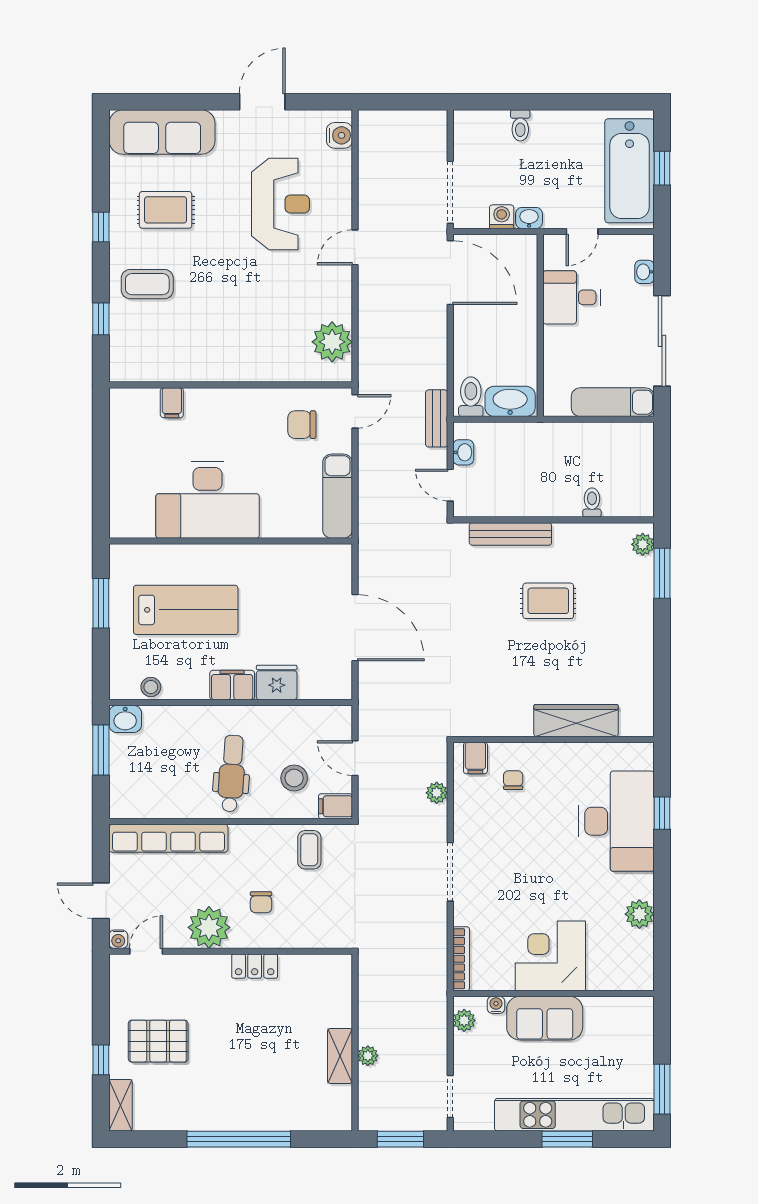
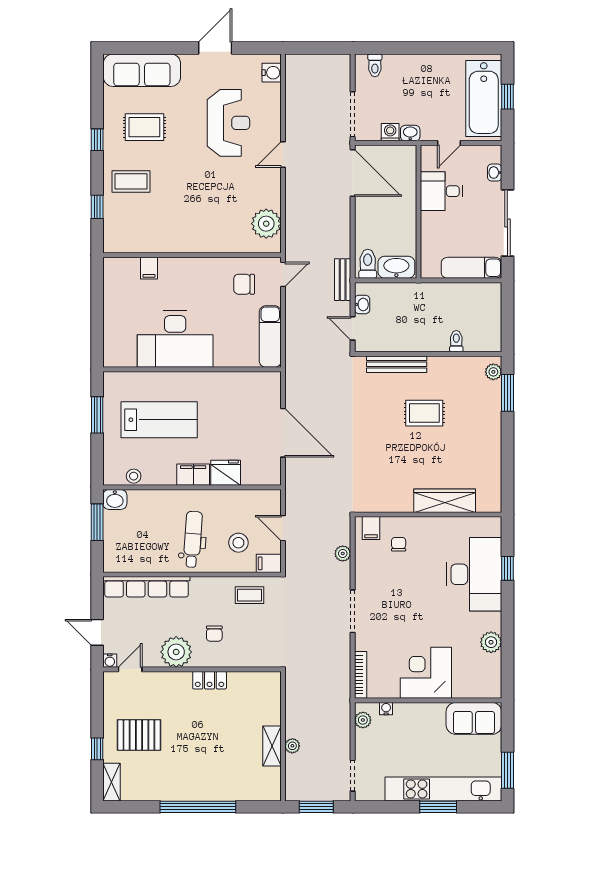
toilet: (520, 125) -> (375, 65), moved
coffee table: (309, 850) -> (250, 595), turned 90
sofa: (545, 1018) -> (474, 718), moved

